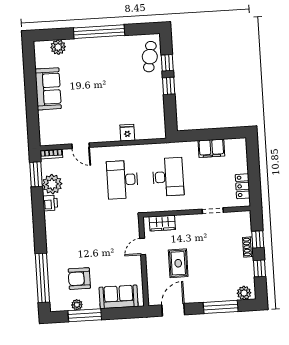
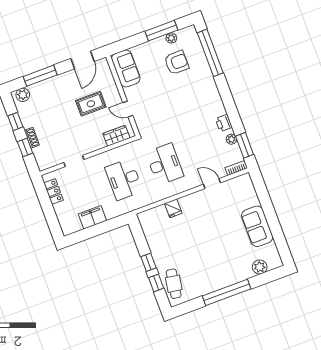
plant: (52, 184) -> (231, 139), width x0.53, depth x0.53
door: (143, 247) -> (128, 109), swing flipped
rug: (178, 263) -> (91, 104), turned 90
sofa: (119, 297) -> (126, 68), moved, turned -90

